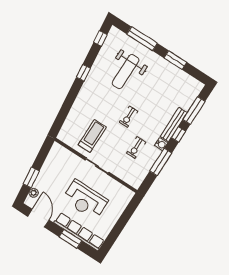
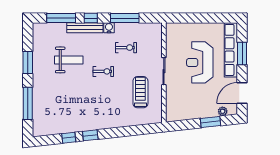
window: (100, 38) -> (69, 138), moved
weight bench: (126, 72) -> (69, 60), moved, width x0.73, depth x0.75
treadmill: (92, 136) -> (140, 92), turned 90
reception desk: (85, 200) -> (200, 62), turned 180

